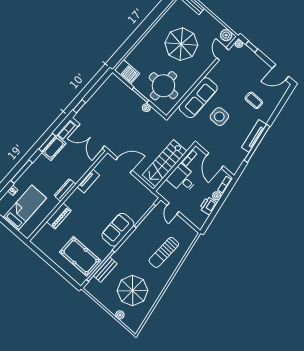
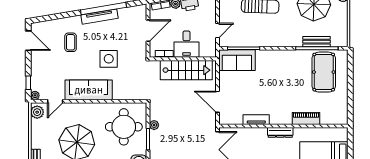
sofa: (198, 98) -> (89, 90), moved
sofa: (118, 230) -> (237, 60), moved

